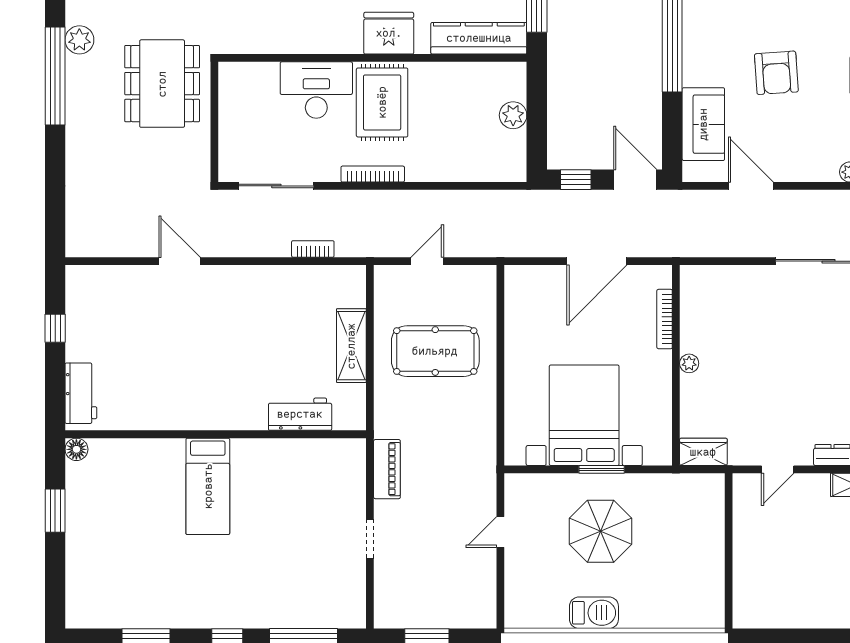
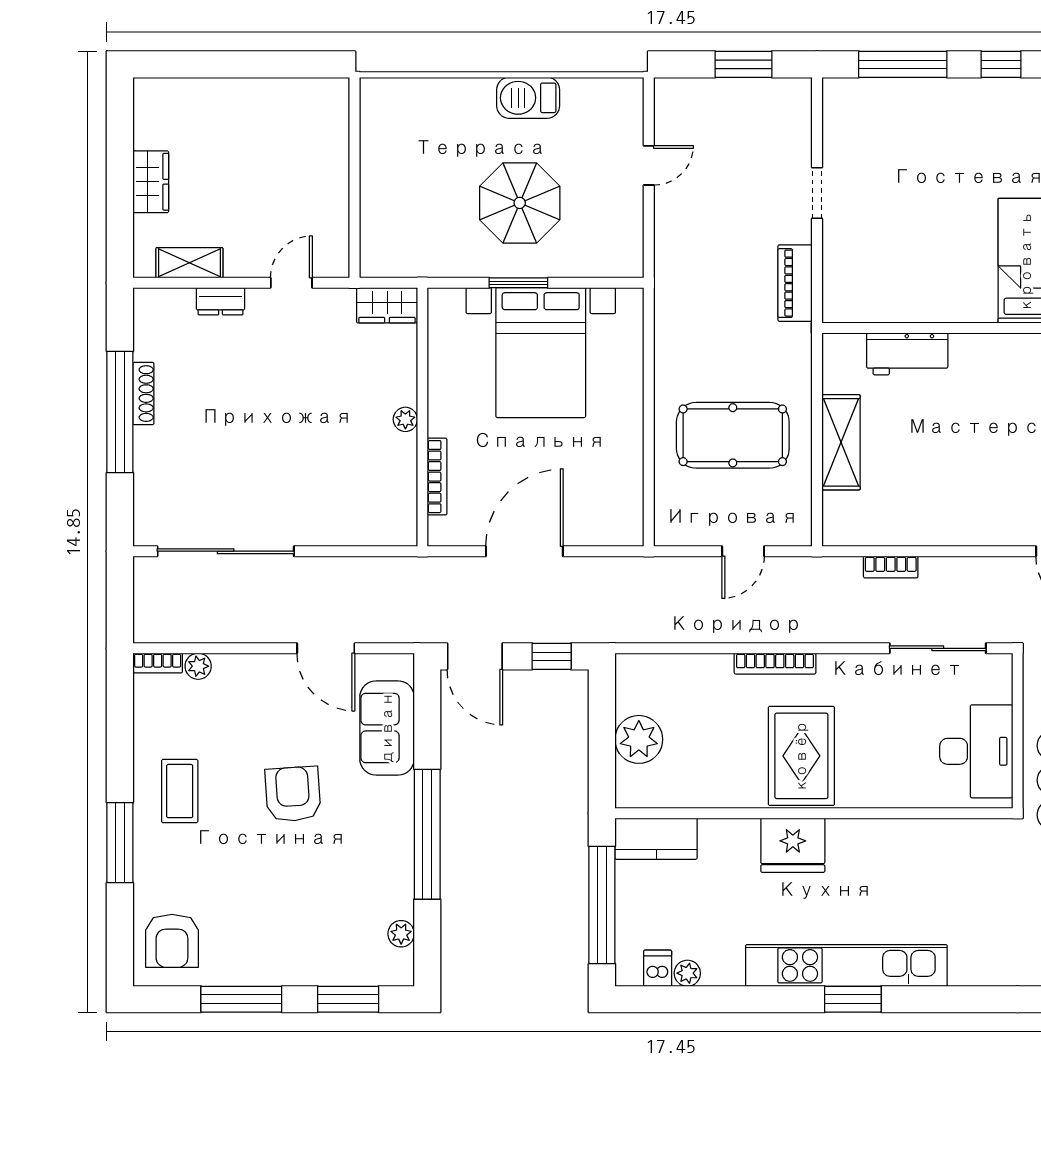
kitchen counter: (479, 38) -> (656, 839), width x0.67
desk: (316, 90) -> (976, 751), moved, turned -90
plant: (513, 115) -> (639, 739), width x1.36, depth x1.36
bookcase: (373, 174) -> (775, 664), moved
door: (500, 532) -> (649, 165), moved

